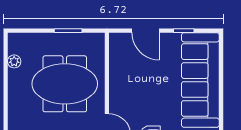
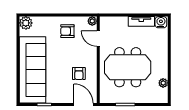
door: (146, 31) -> (83, 105), moved
armchair: (134, 75) -> (79, 74), added

